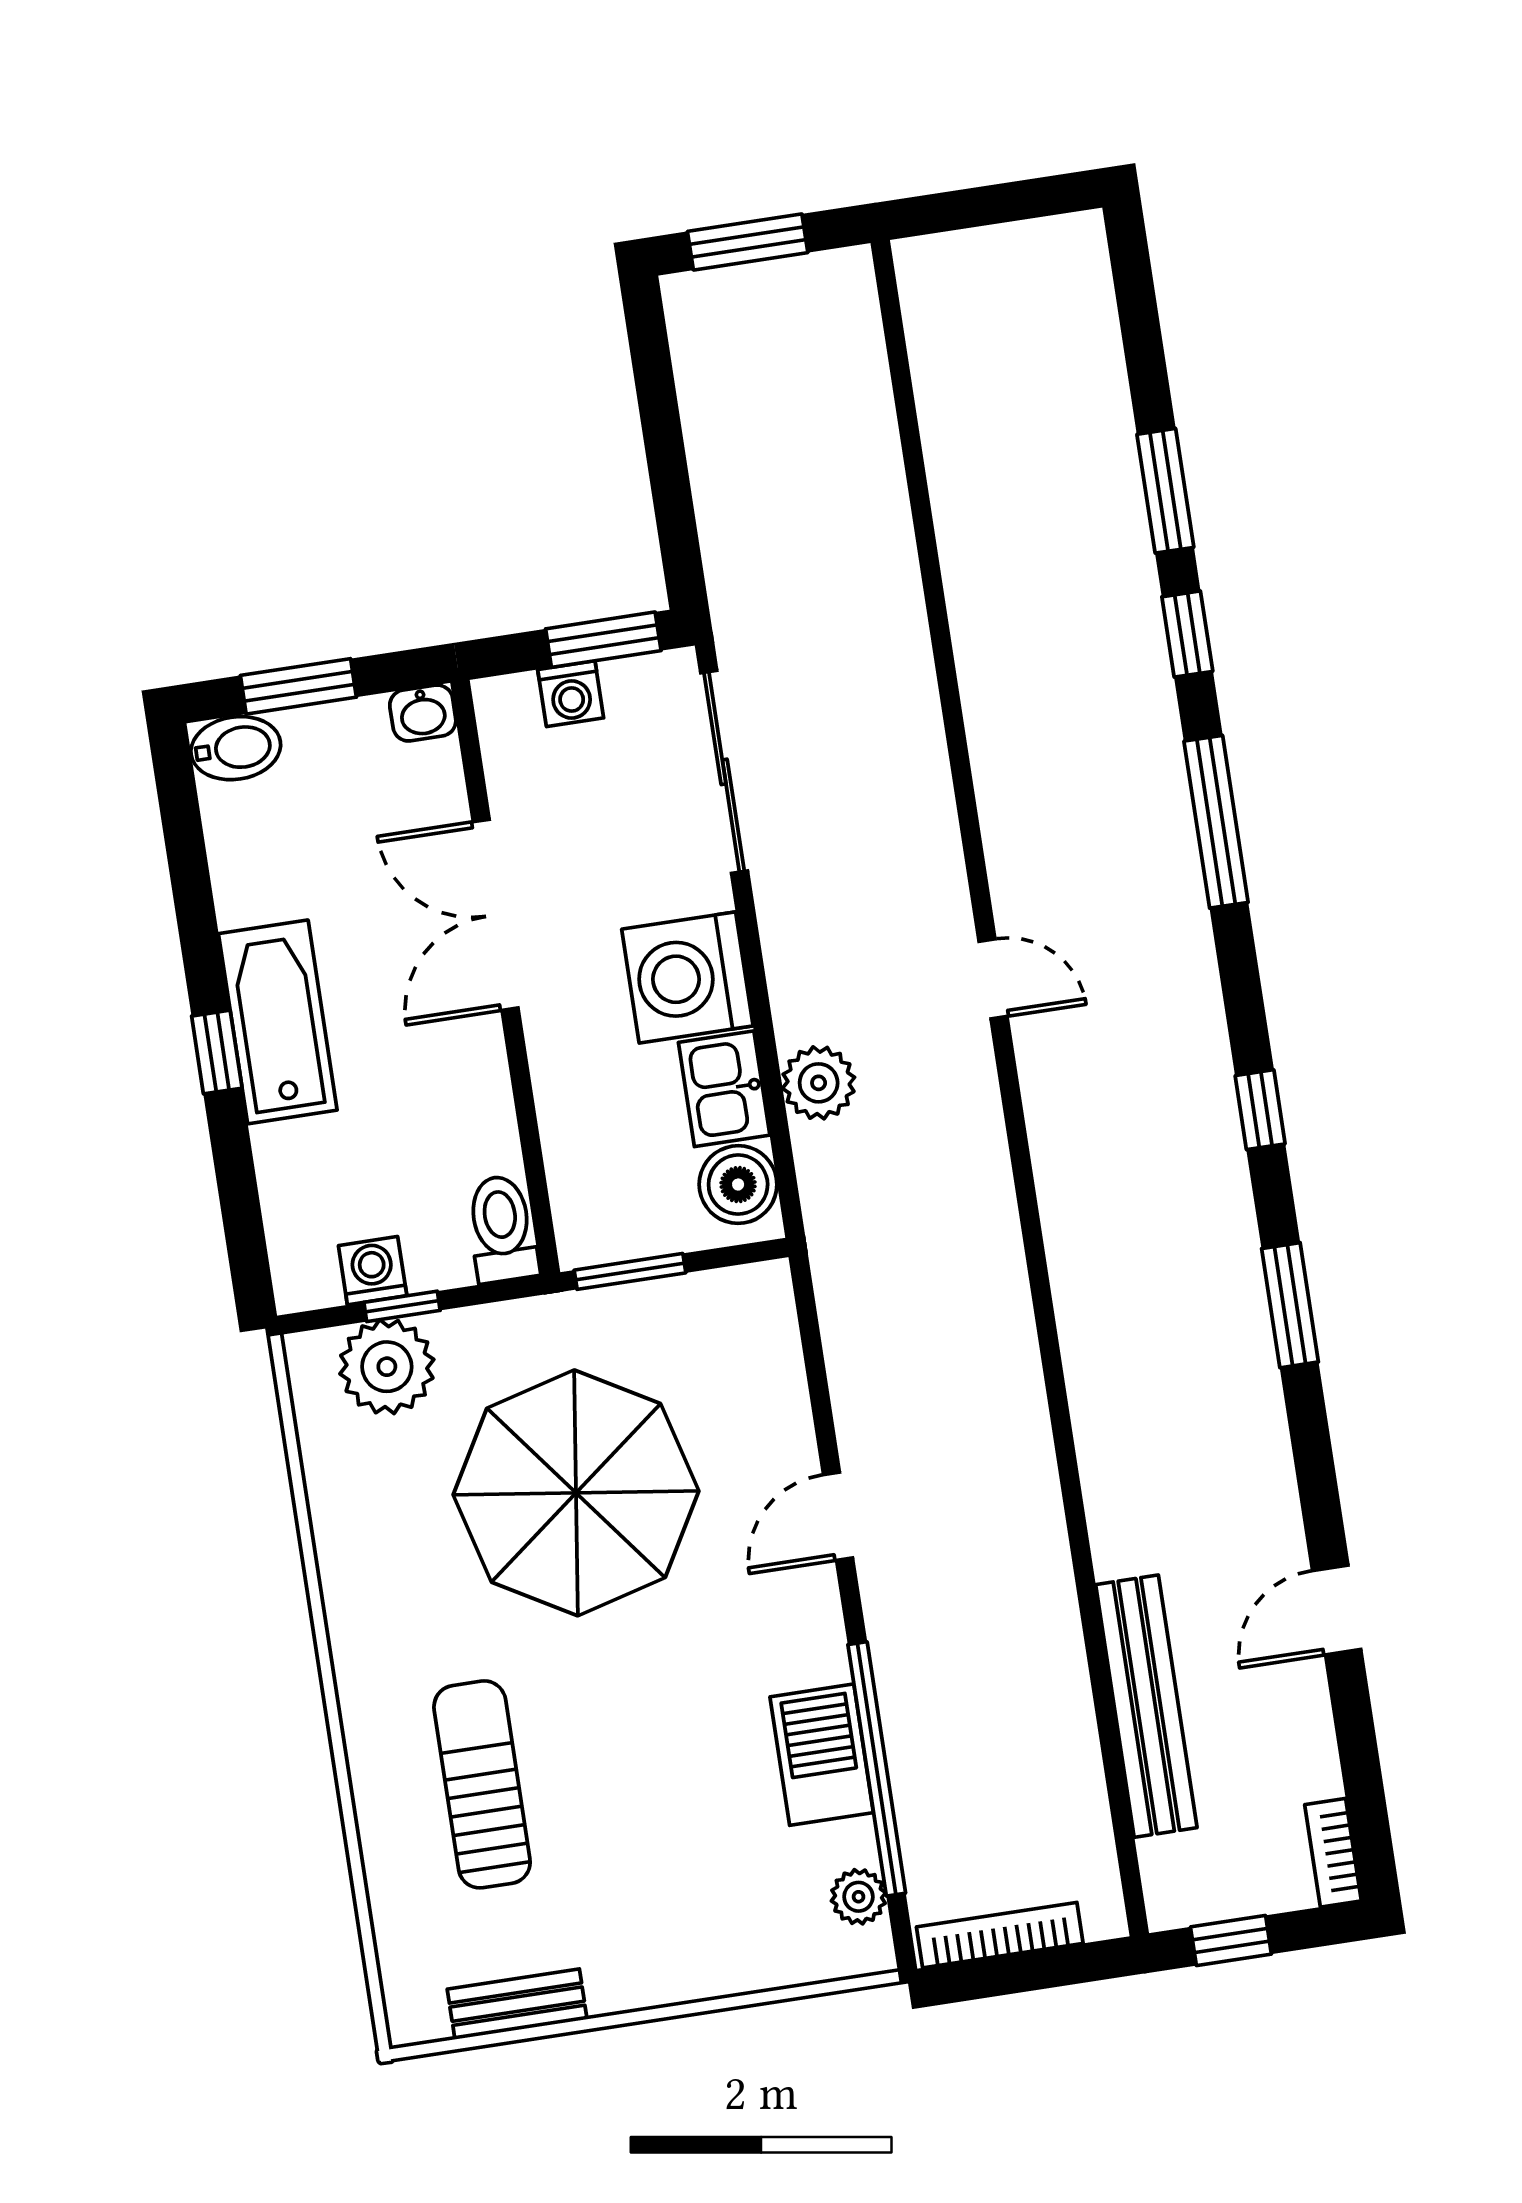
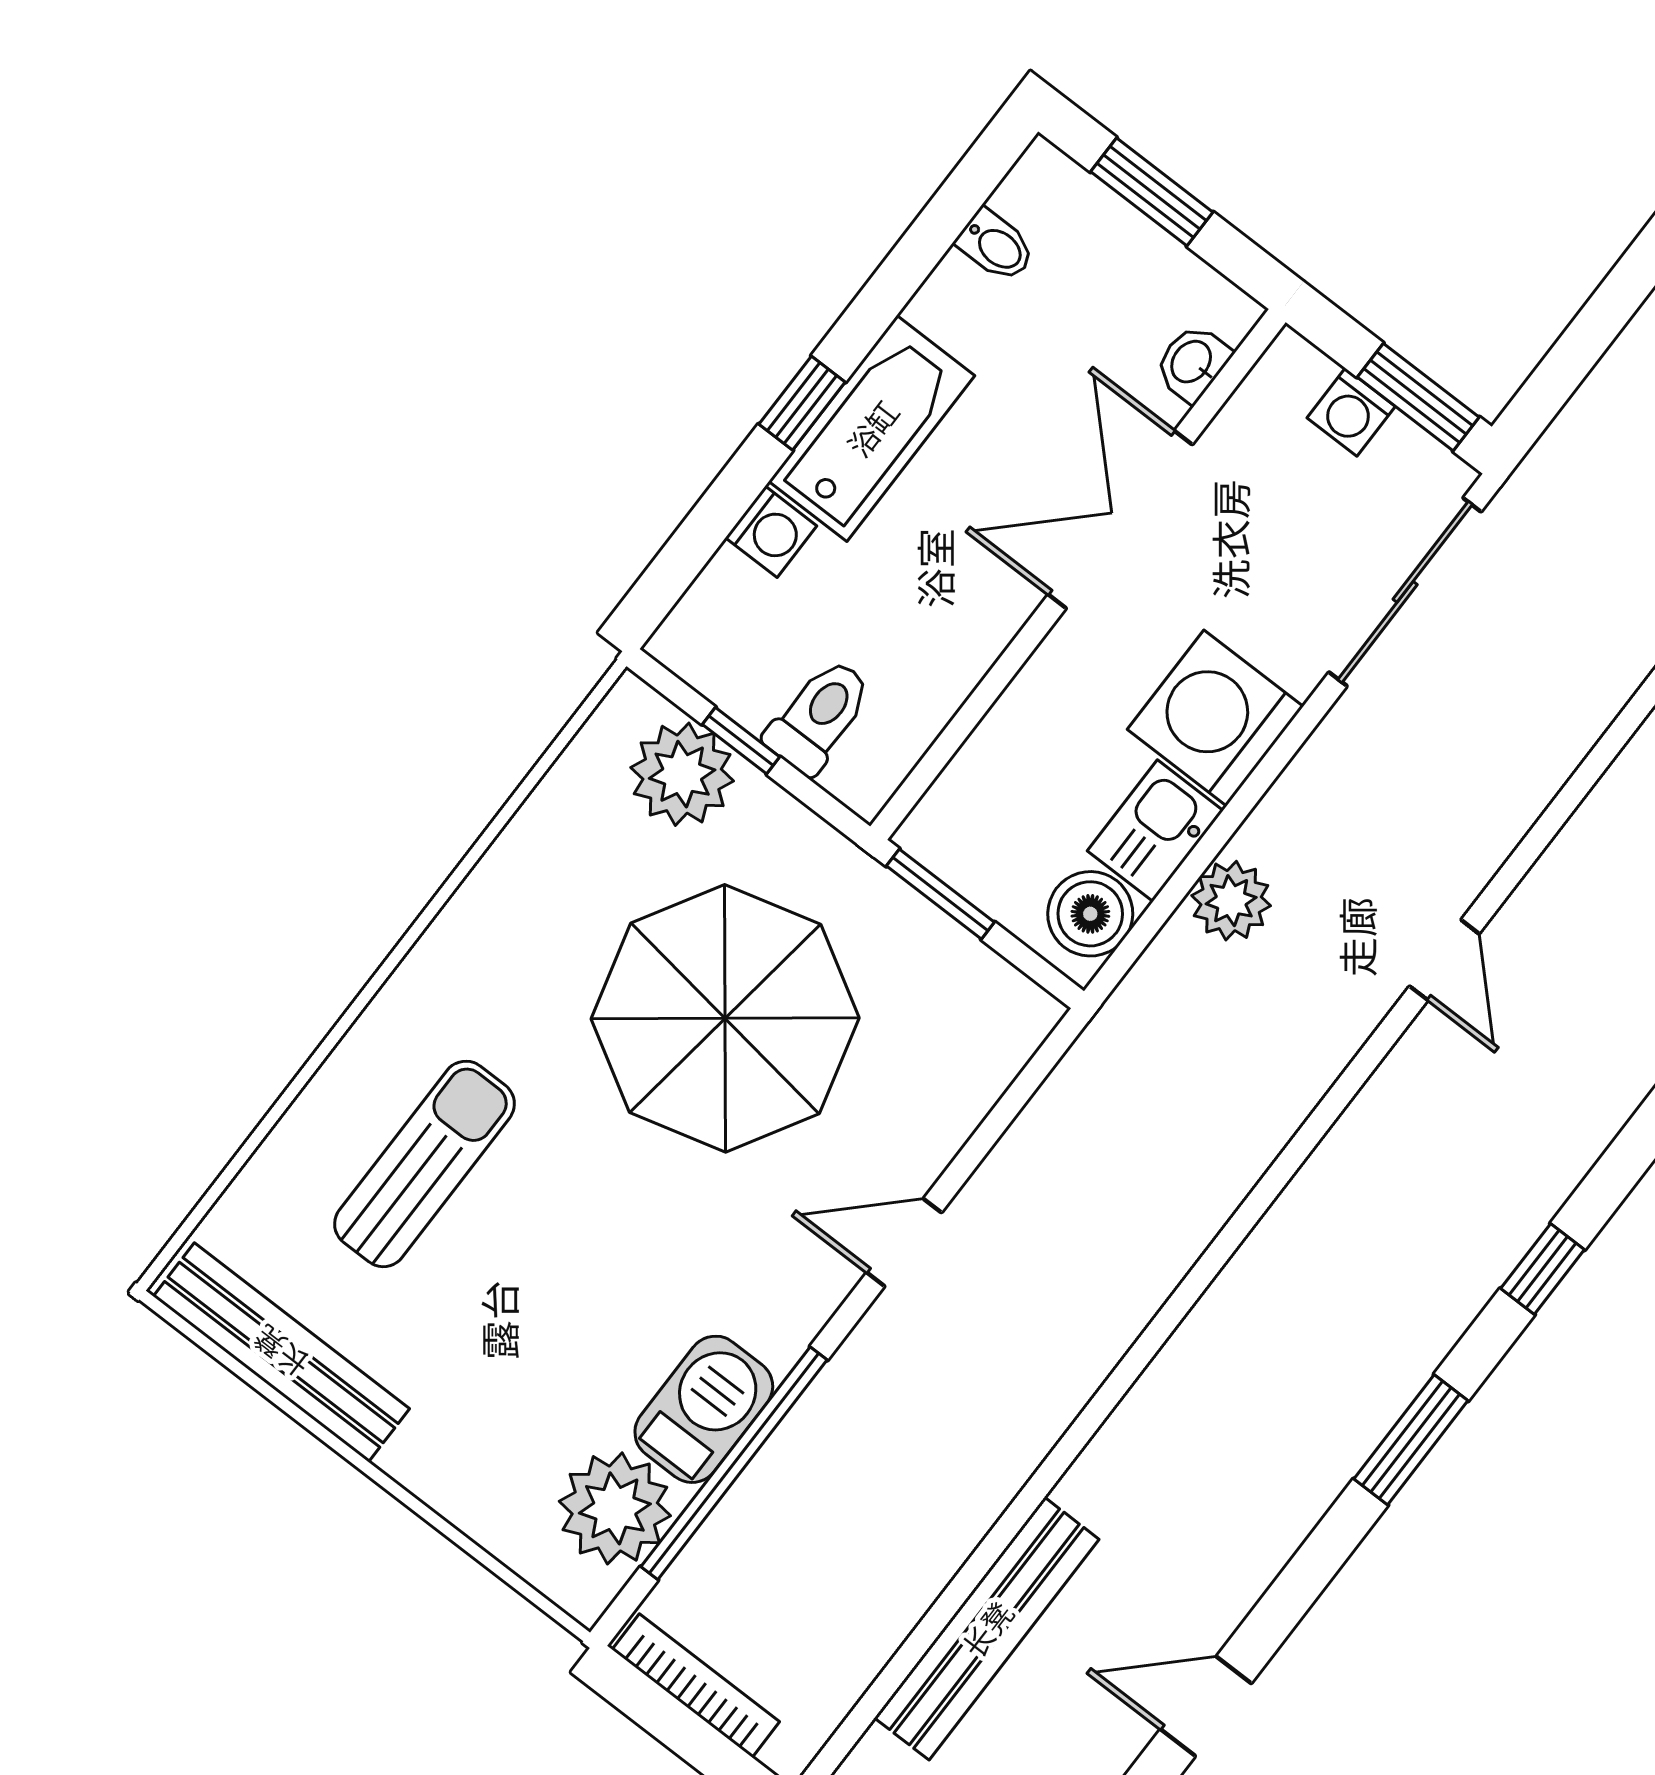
washbasin: (423, 713) -> (1192, 363), moved, turned 90
bidet: (236, 748) -> (996, 246), moved, width x0.72, depth x0.74
toilet: (502, 1229) -> (819, 716), moved
washing machine: (373, 1271) -> (771, 532), moved, turned 90
plant: (859, 1897) -> (615, 1508), width x1.87, depth x1.87
bench: (517, 2004) -> (281, 1352), width x1.86, depth x1.21

